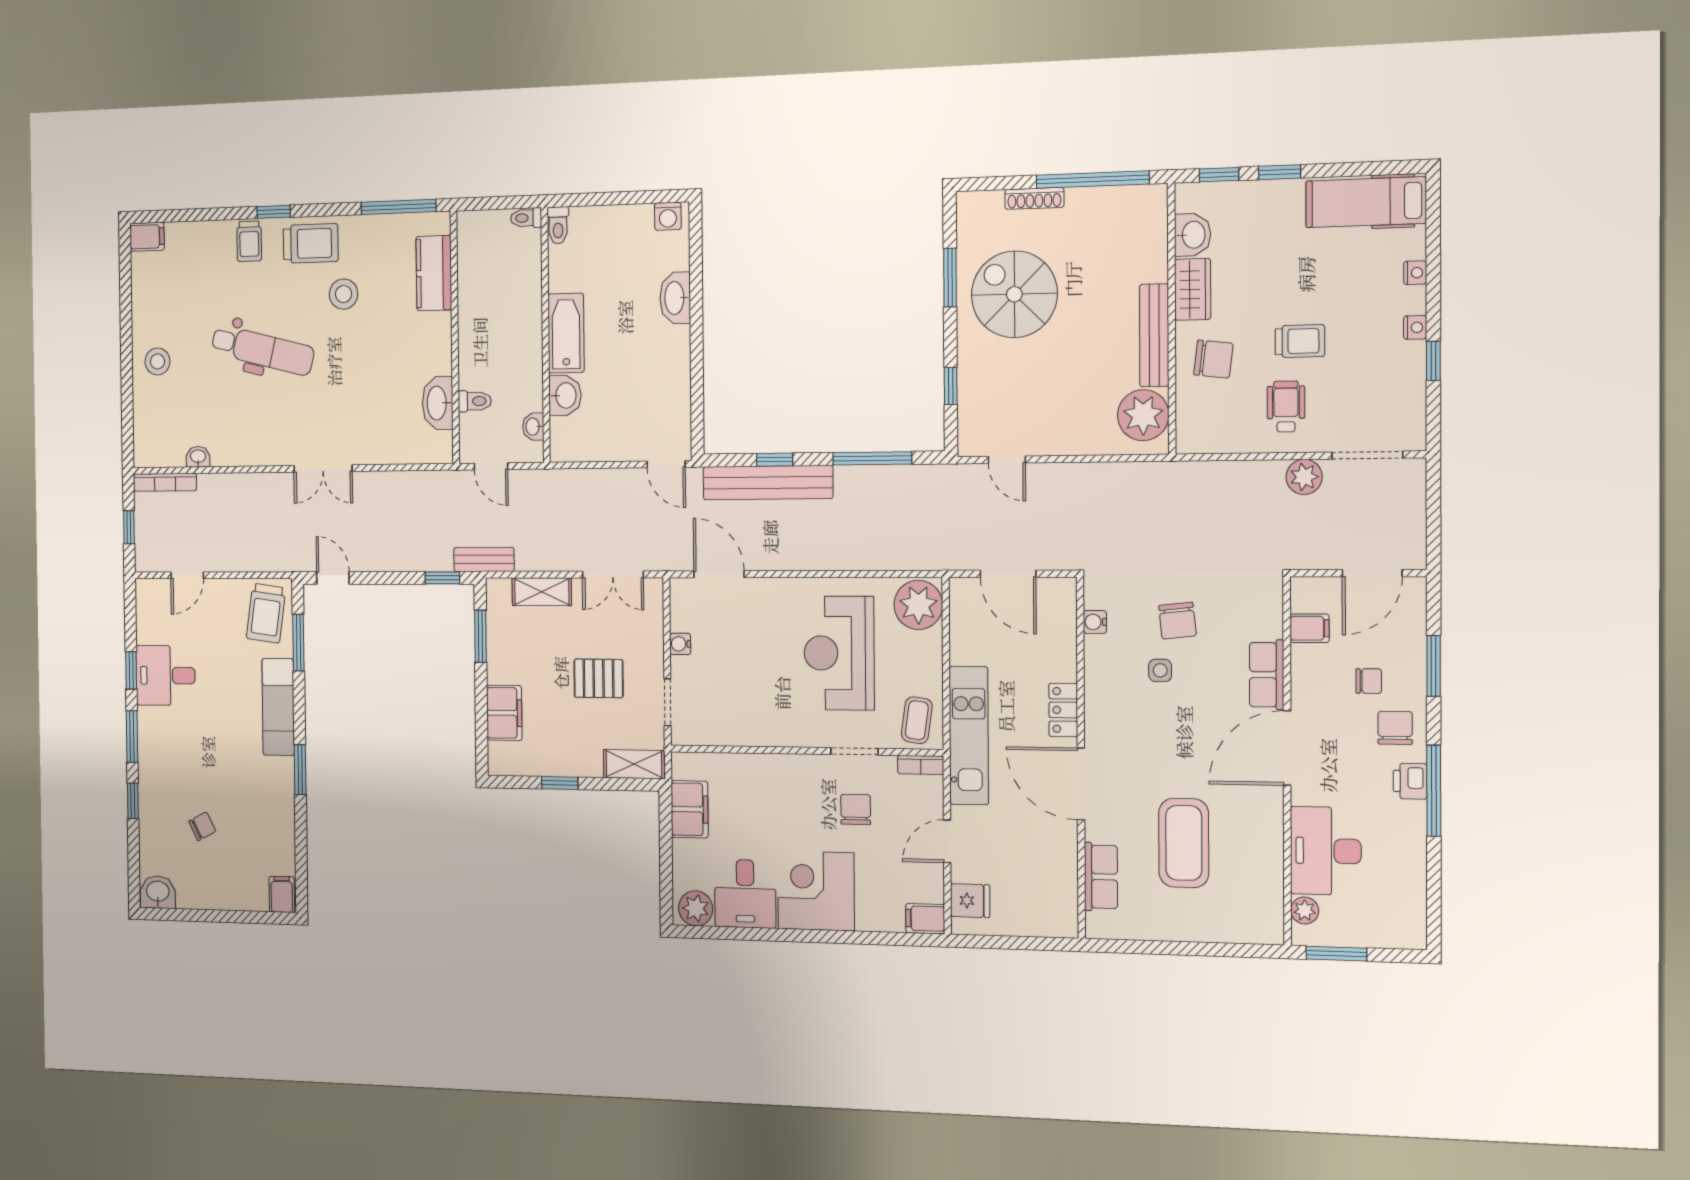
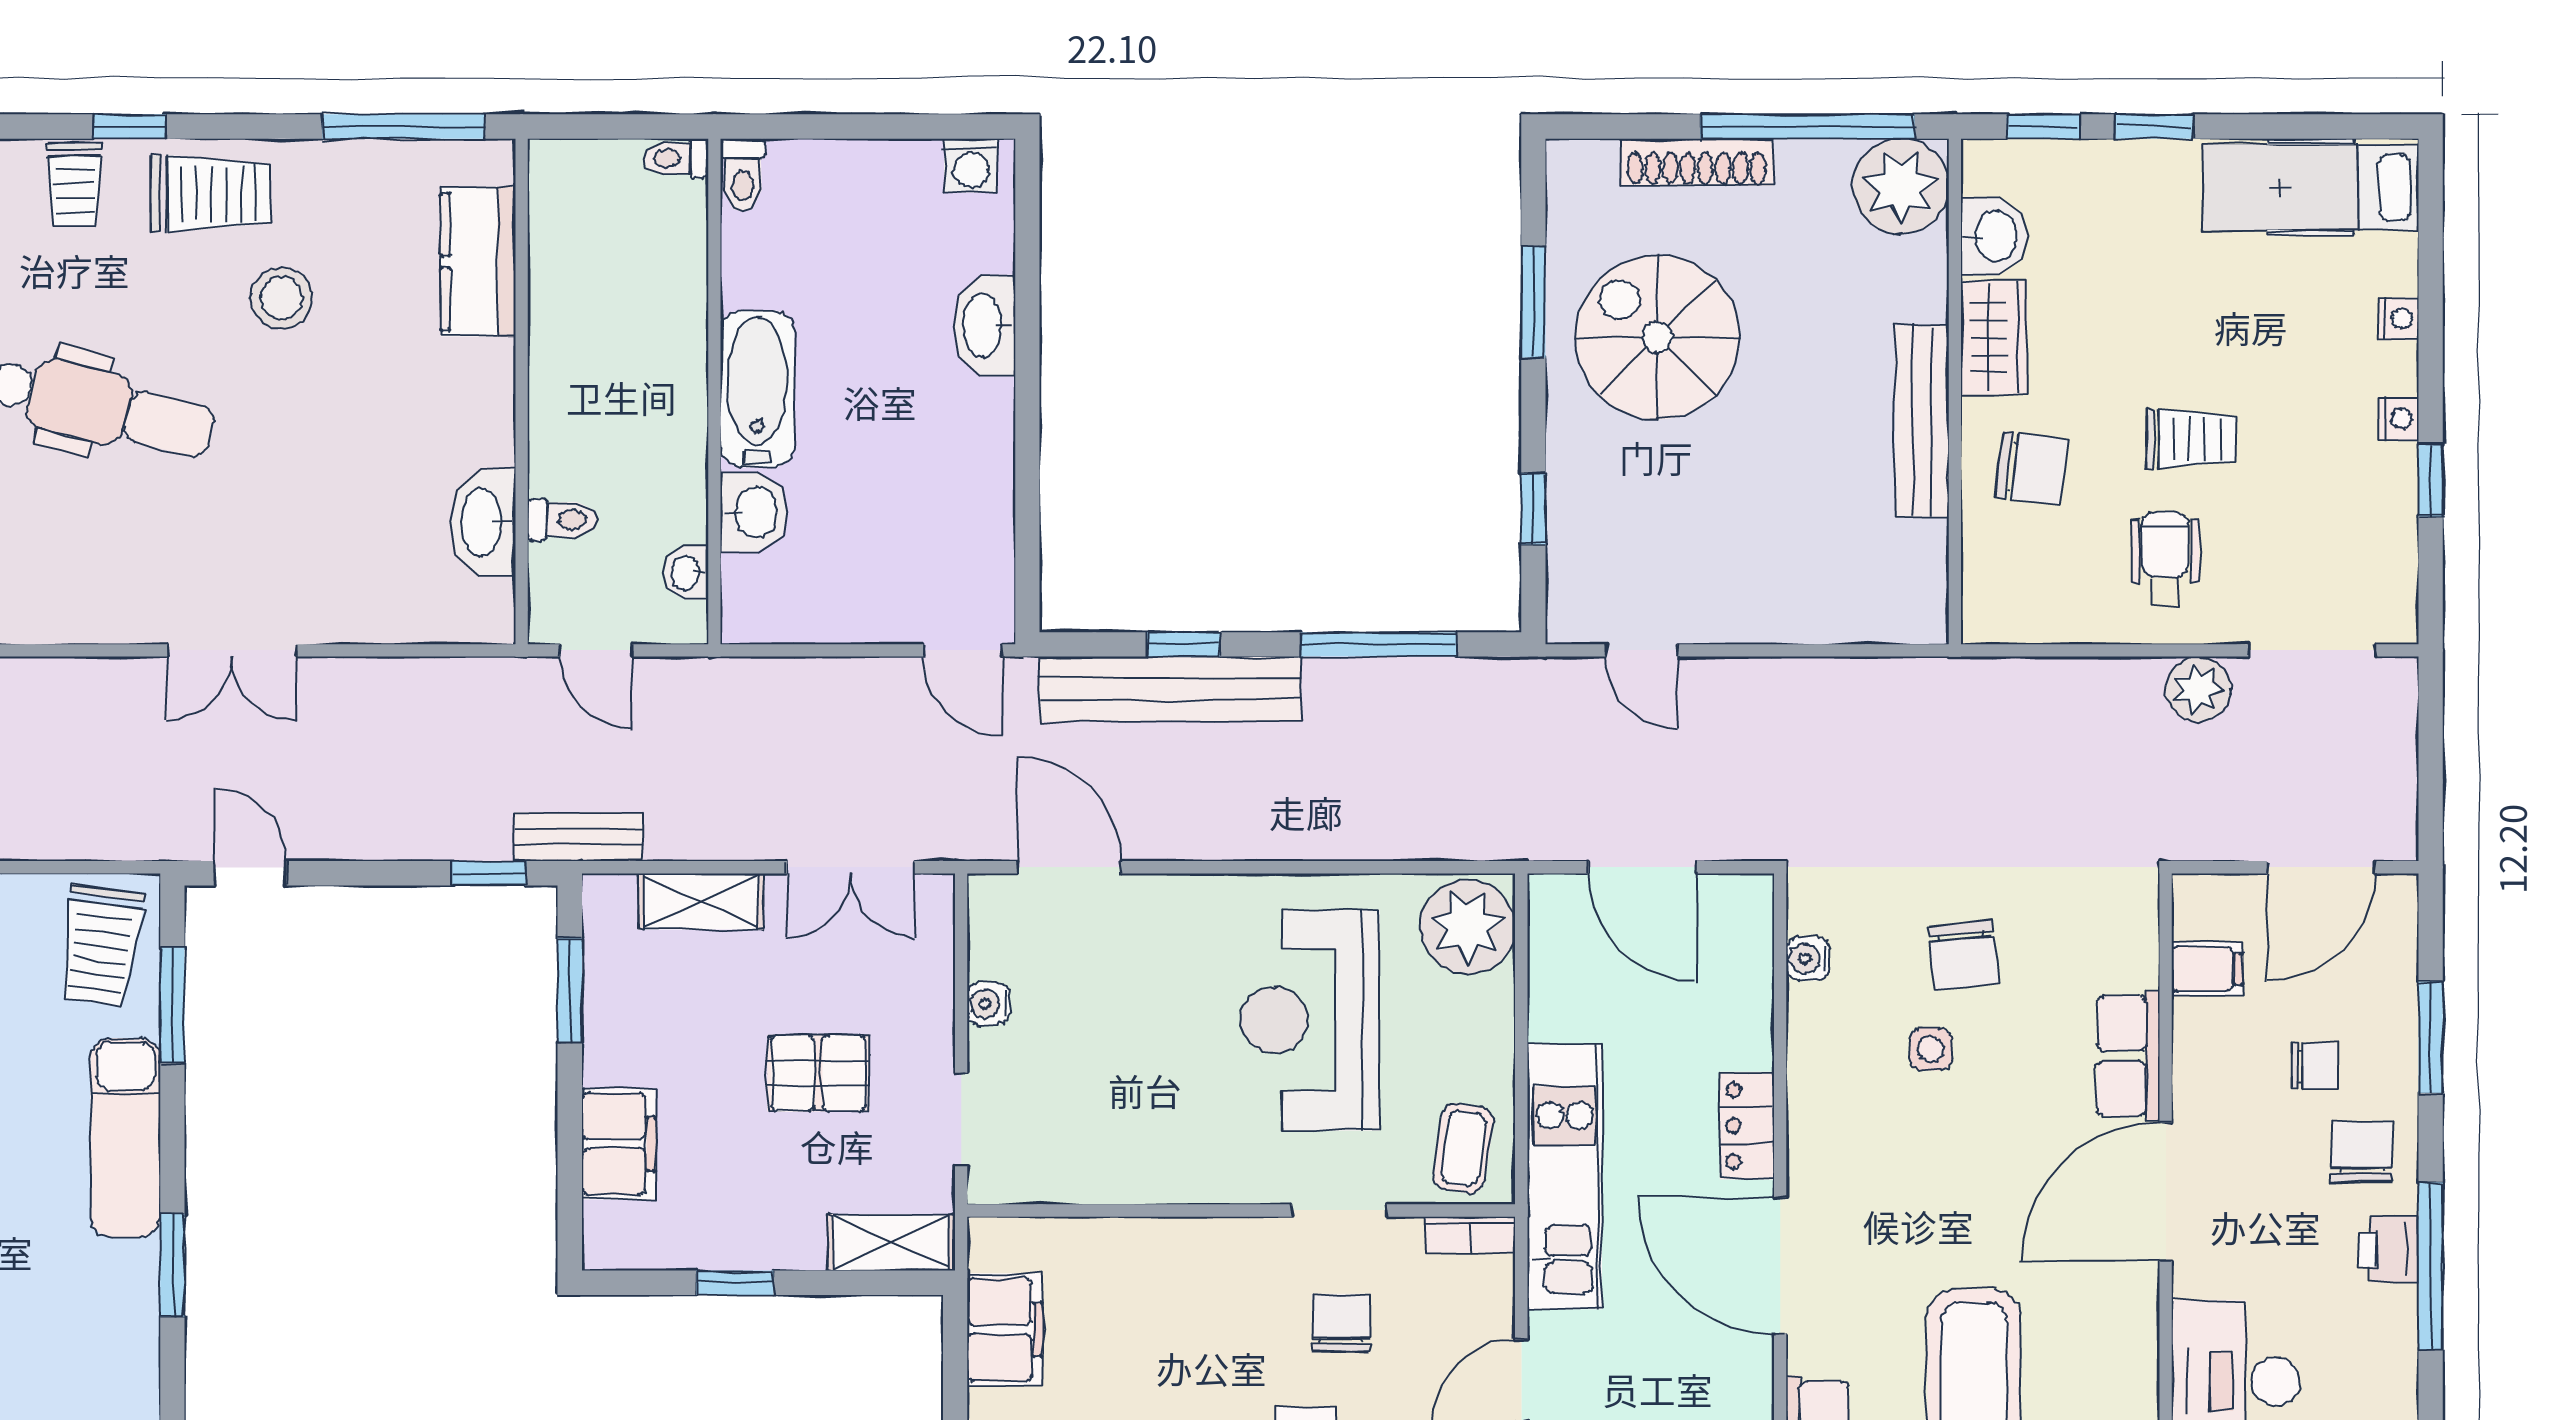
shoe rack: (1034, 198) -> (1697, 162), width x1.36, depth x1.24
plant: (1143, 415) -> (1901, 187), moved

